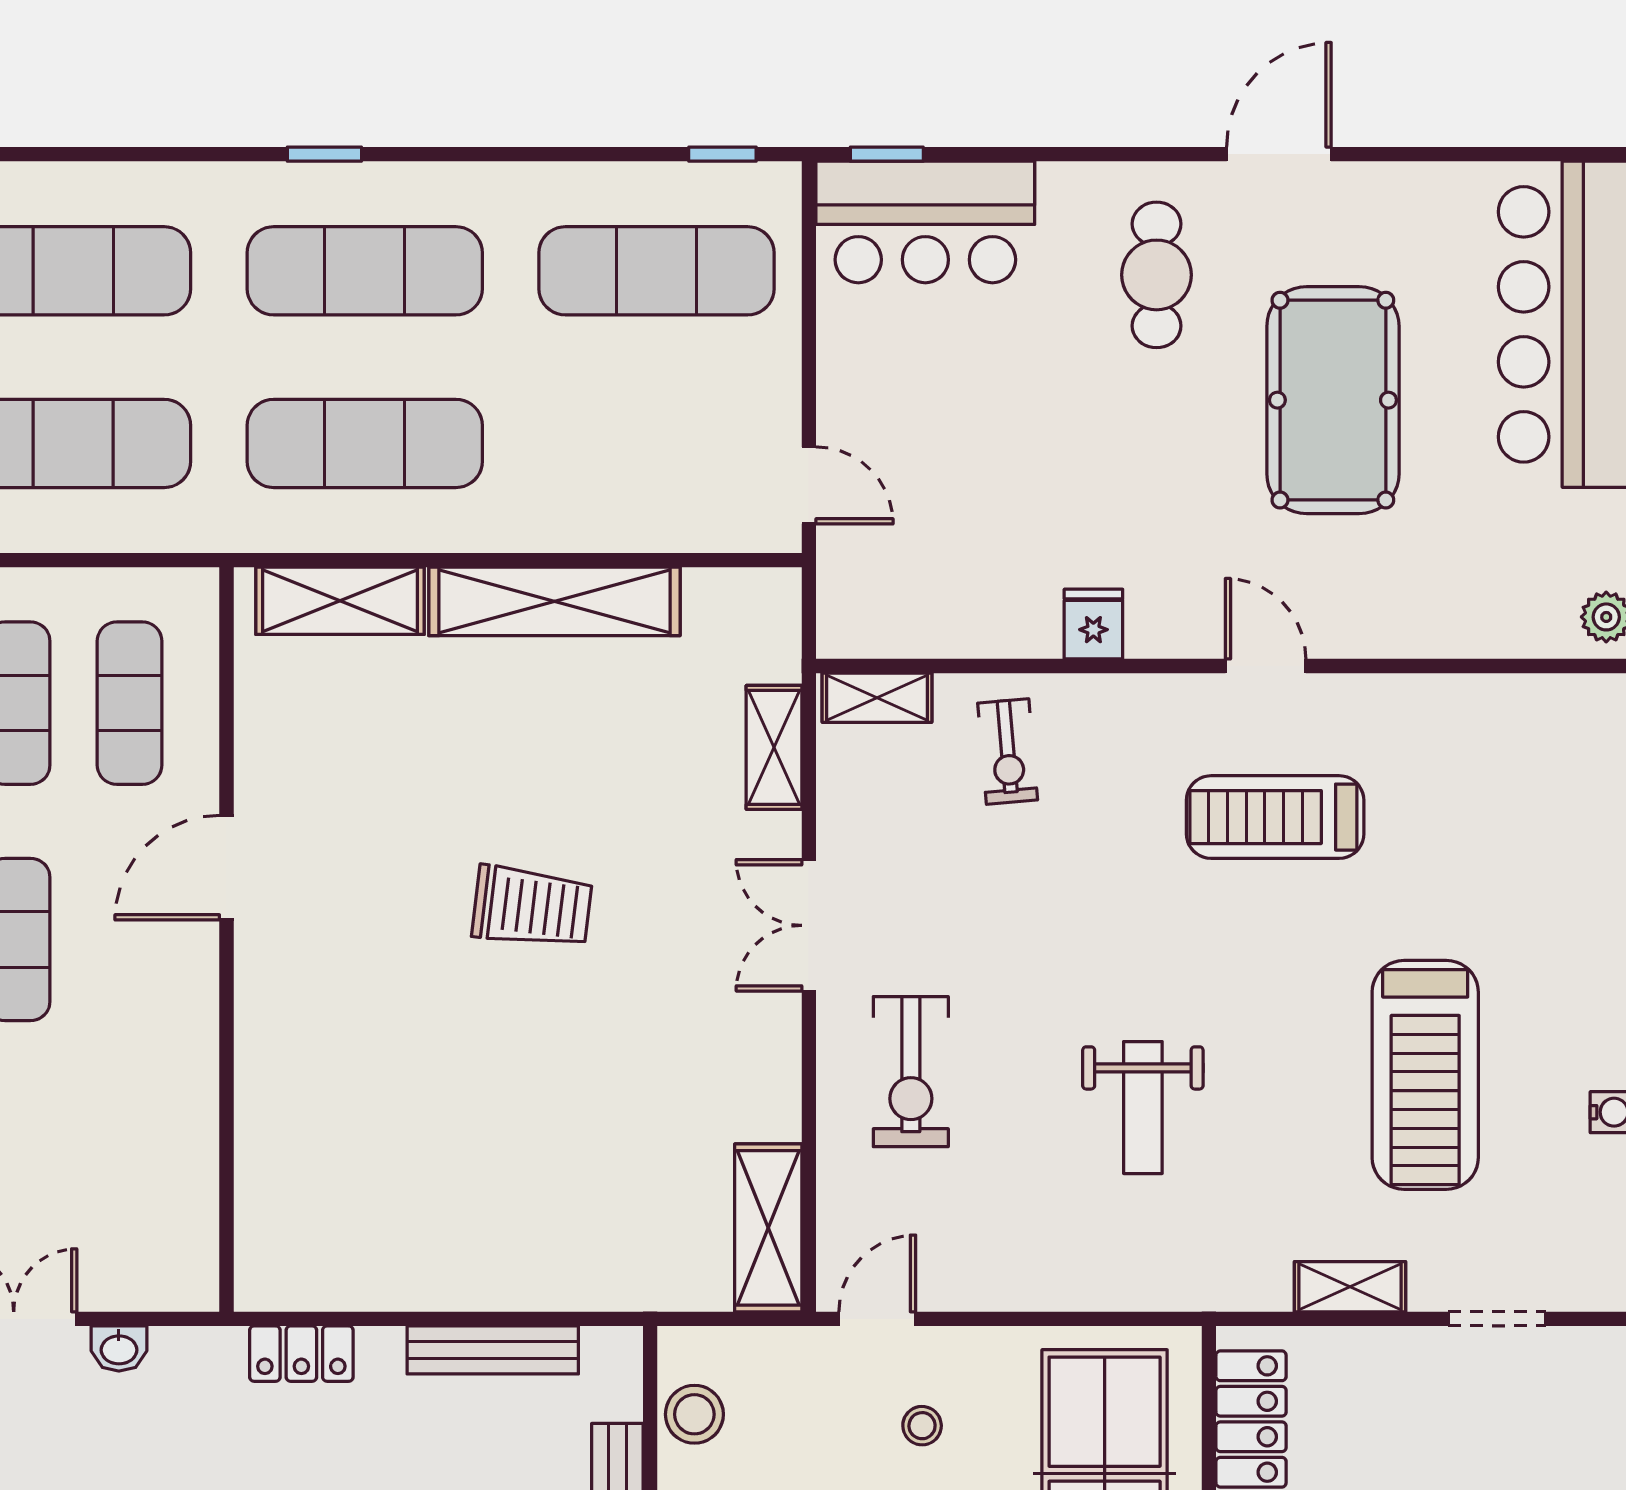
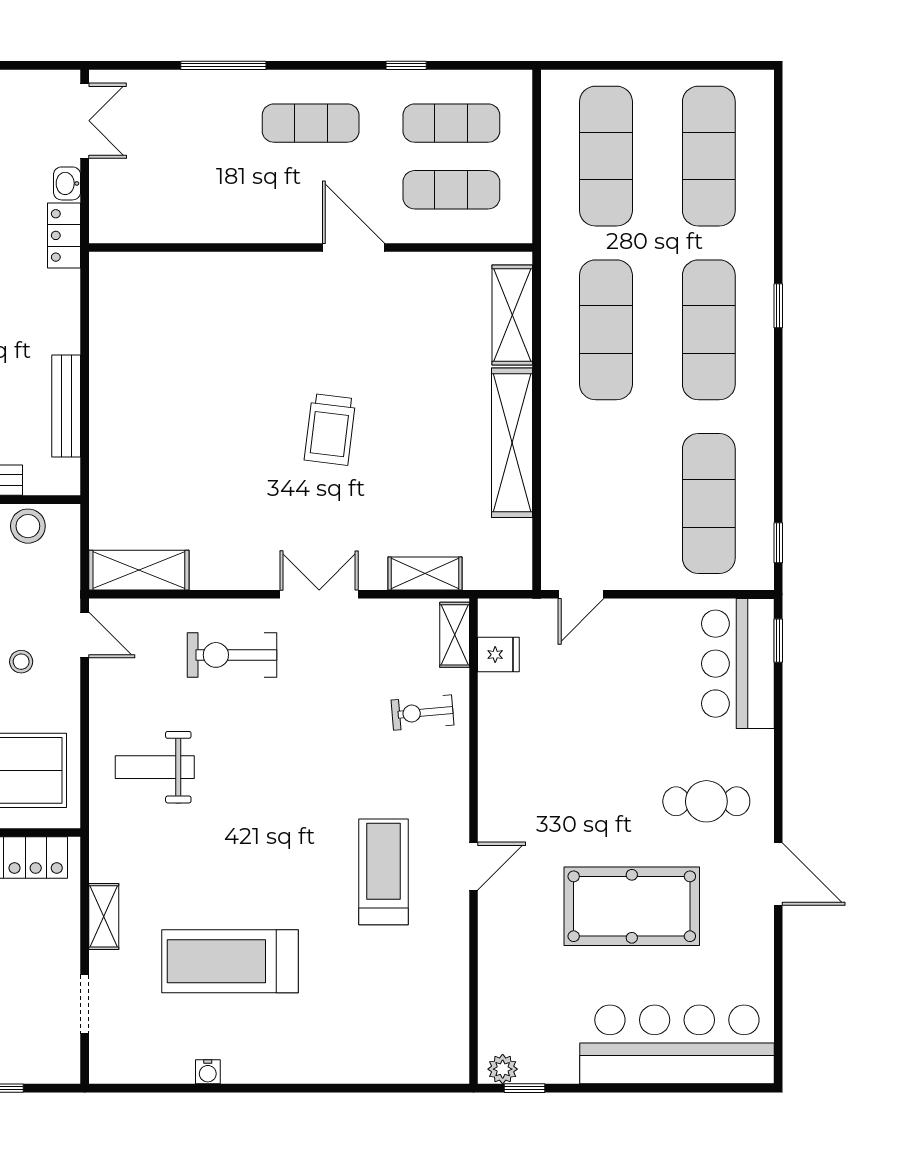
fridge: (1093, 624) -> (498, 655), moved
weight bench: (1143, 1108) -> (155, 767), moved
locker: (301, 1354) -> (64, 235), moved

